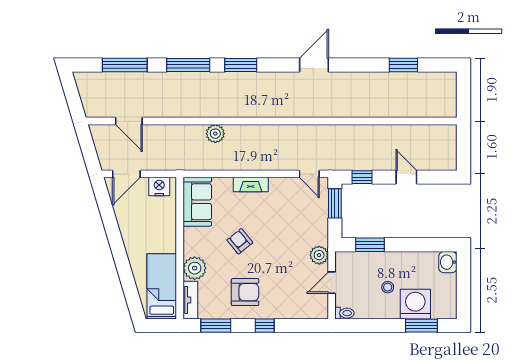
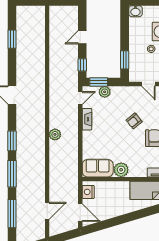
plant: (215, 134) -> (55, 134), moved
fireplace: (251, 185) -> (87, 119), moved
armchair: (240, 241) -> (134, 121), moved
plant: (319, 255) -> (105, 92), moved
plant: (195, 268) -> (121, 170), moved

